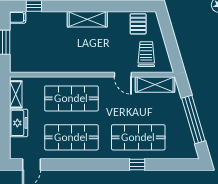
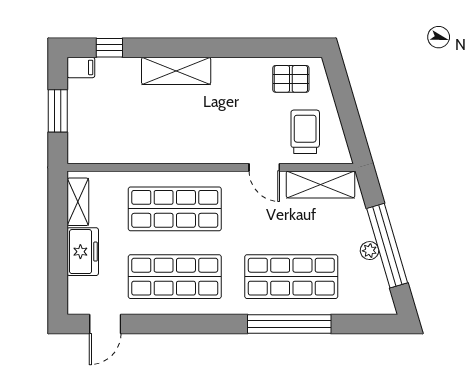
shelving: (87, 19) -> (176, 71), moved
pallet: (138, 24) -> (291, 79), turned 90
plant: (183, 122) -> (369, 251), added
window: (137, 165) -> (289, 324), width x3.17

